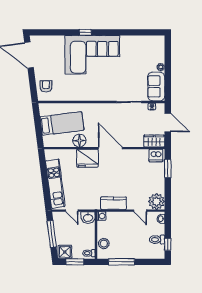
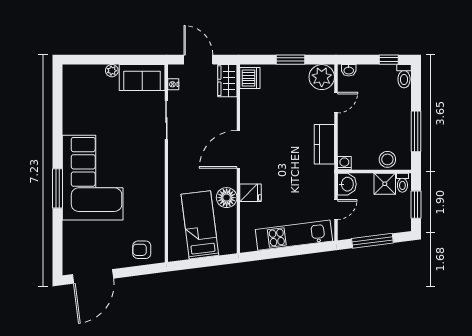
window: (85, 32) -> (58, 188), width x2.17
door: (168, 122) -> (198, 60), hinge flipped
fridge: (87, 158) -> (251, 193), width x0.53, depth x0.75
window: (168, 168) -> (291, 60), moved
toilet: (157, 240) -> (404, 76), moved
shower: (65, 252) -> (385, 184), moved

